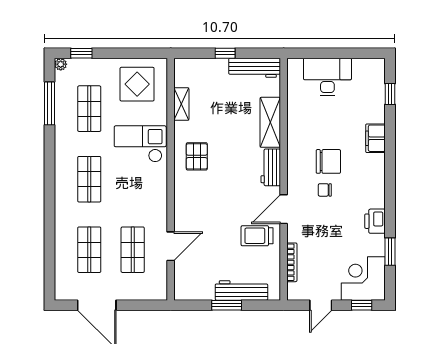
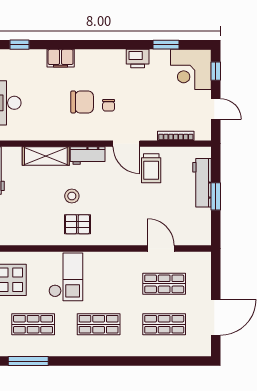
shelving: (181, 104) -> (29, 239), removed
checkout: (140, 144) -> (66, 277), turned 180
stool: (227, 150) -> (72, 196), added
chair: (328, 161) -> (82, 102), turned 90

